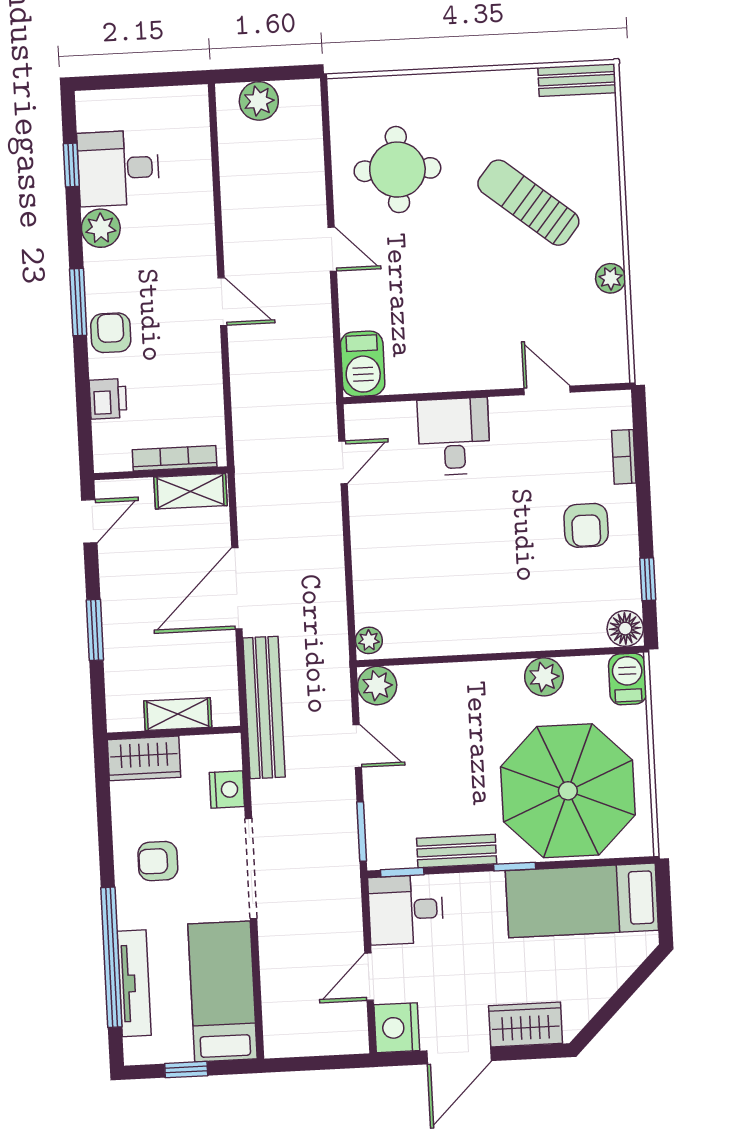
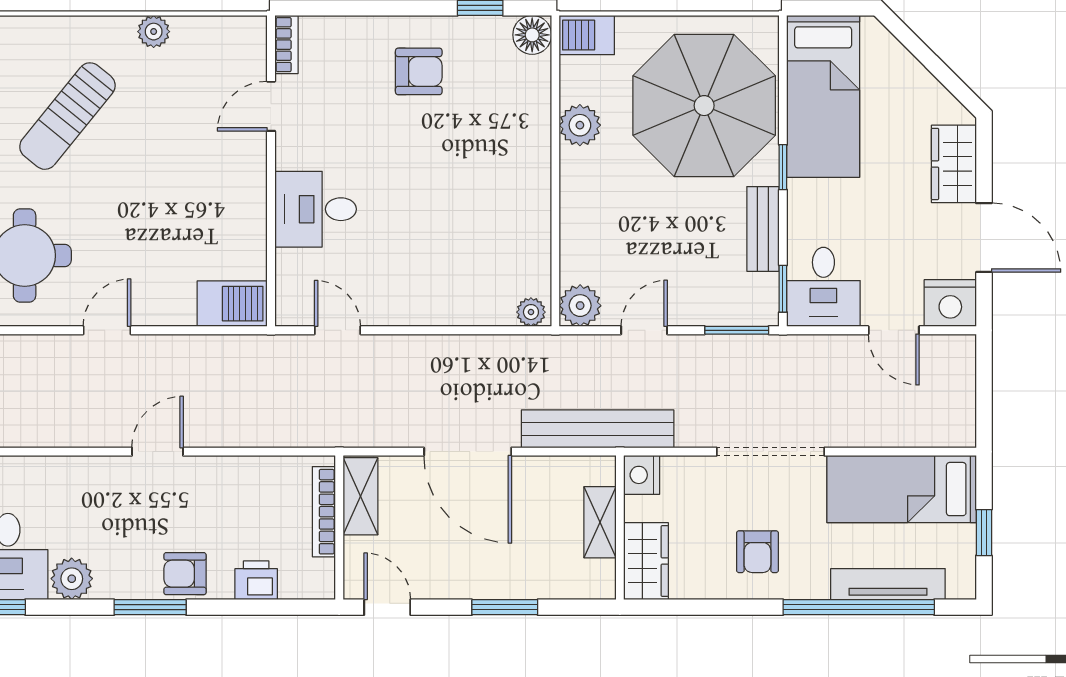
bookcase: (624, 457) -> (286, 45), moved, turned -90
nightstand: (227, 789) -> (642, 475), moved, turned -90

